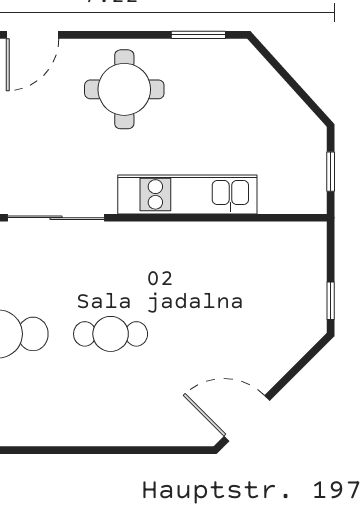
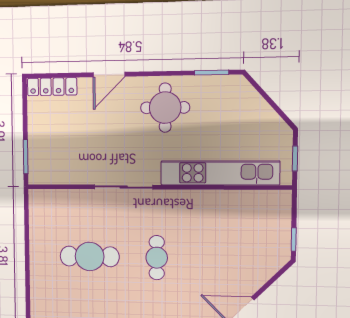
kitchen unit: (187, 194) -> (220, 173), width x1.36
cafe table: (111, 334) -> (157, 258), turned 90

